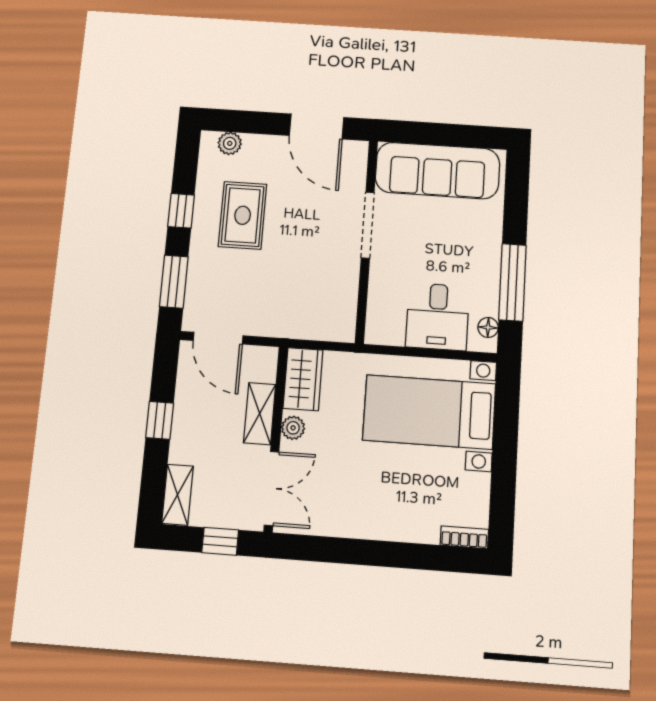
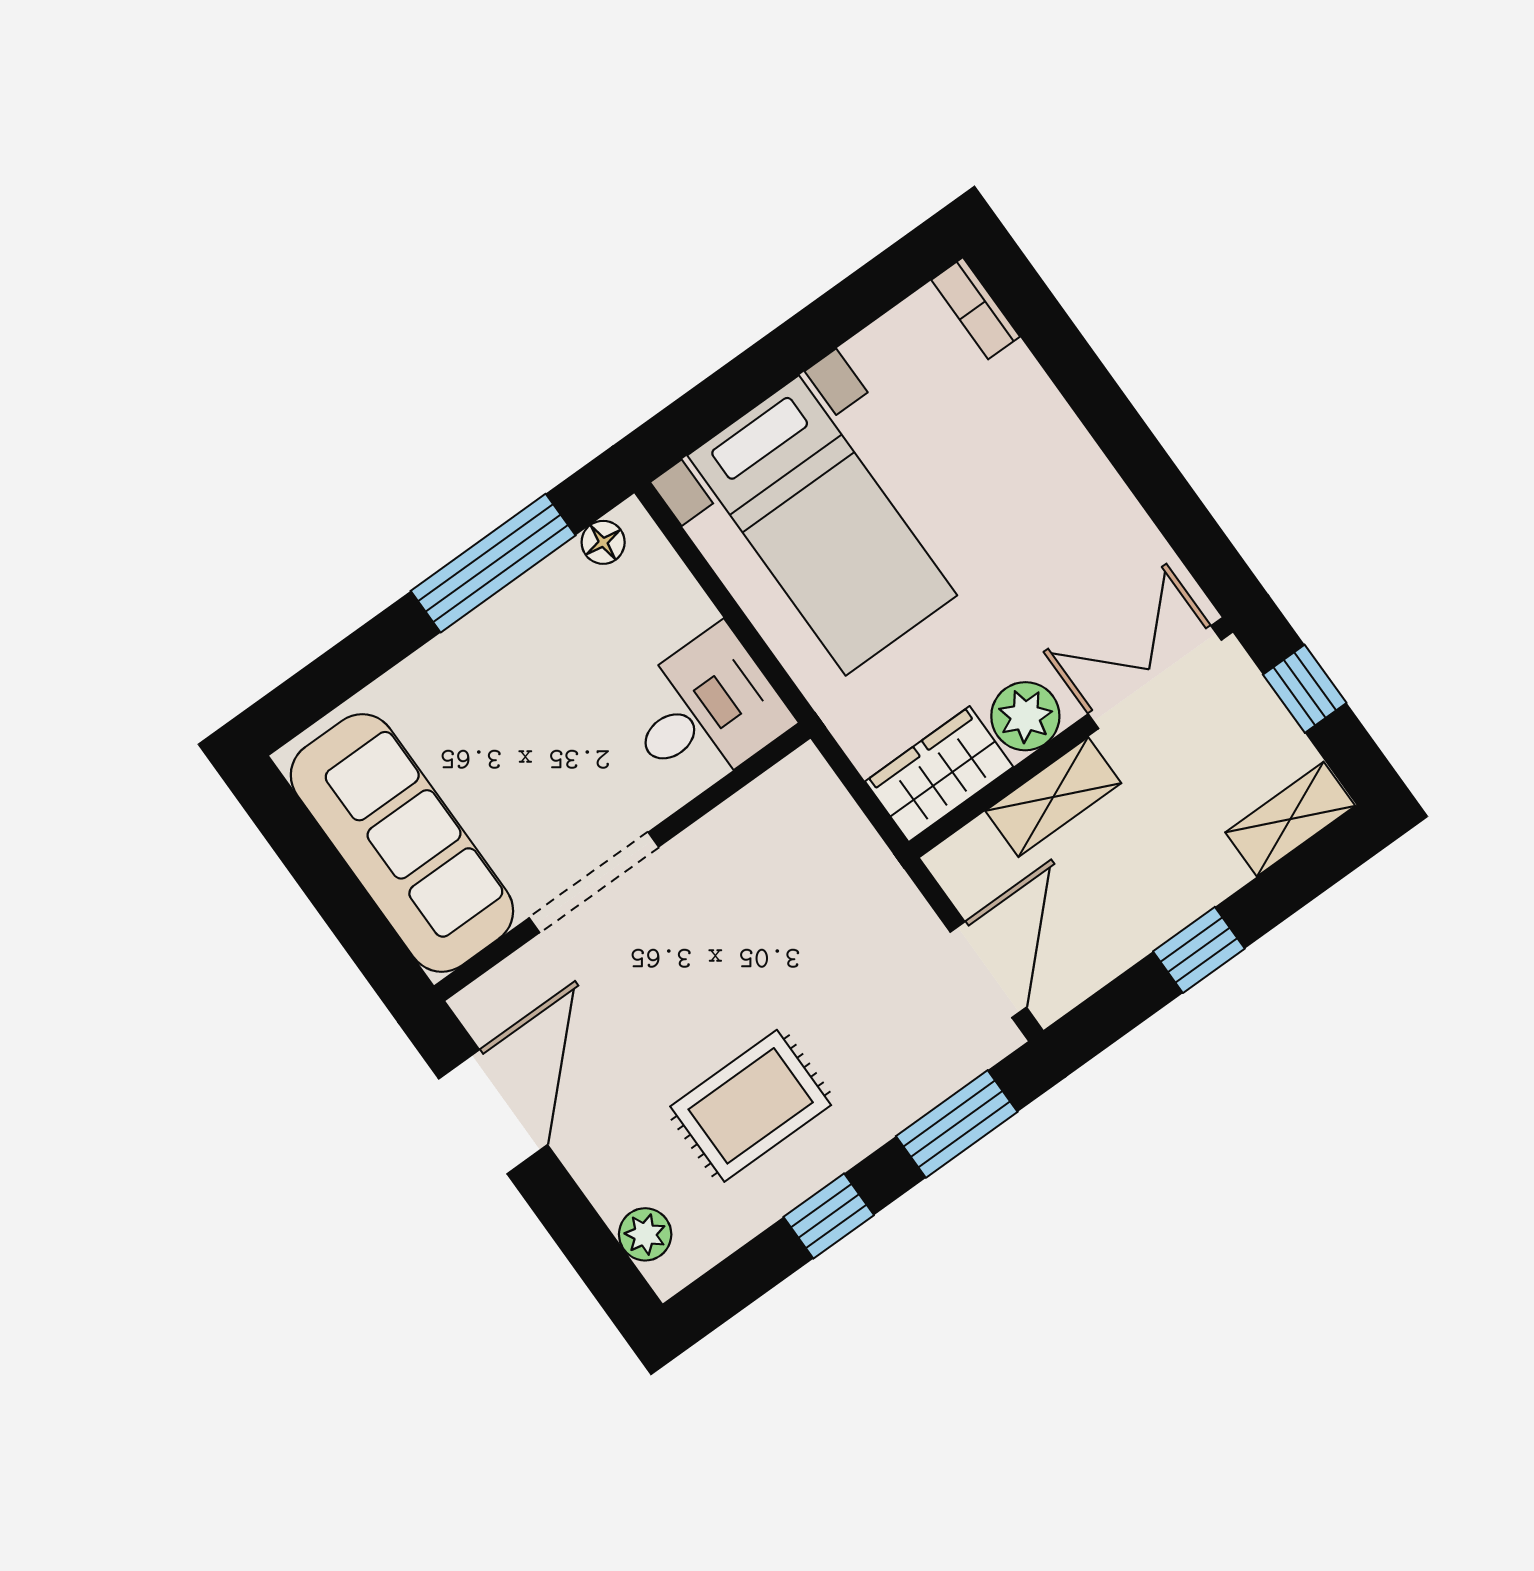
desk: (437, 317) -> (705, 711), moved
plant: (293, 428) -> (1025, 716), width x1.38, depth x1.38

